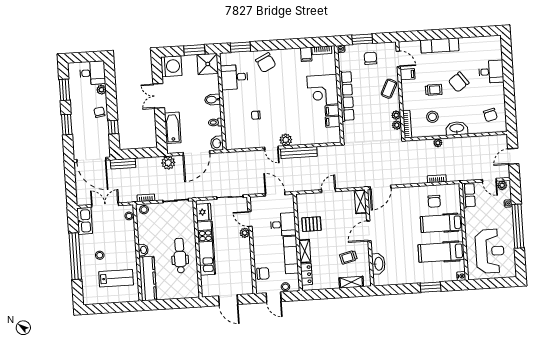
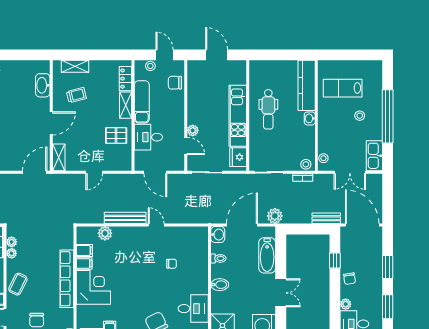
plant: (286, 140) -> (105, 233), moved

